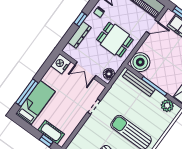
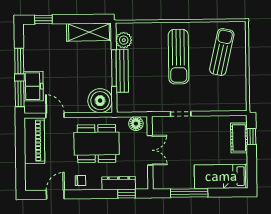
window: (81, 19) -> (127, 194), moved
dining table: (115, 40) -> (97, 144), width x1.38
nightstand: (61, 64) -> (162, 180), removed
bench: (139, 83) -> (122, 71), moved
window: (27, 93) -> (189, 193), moved

